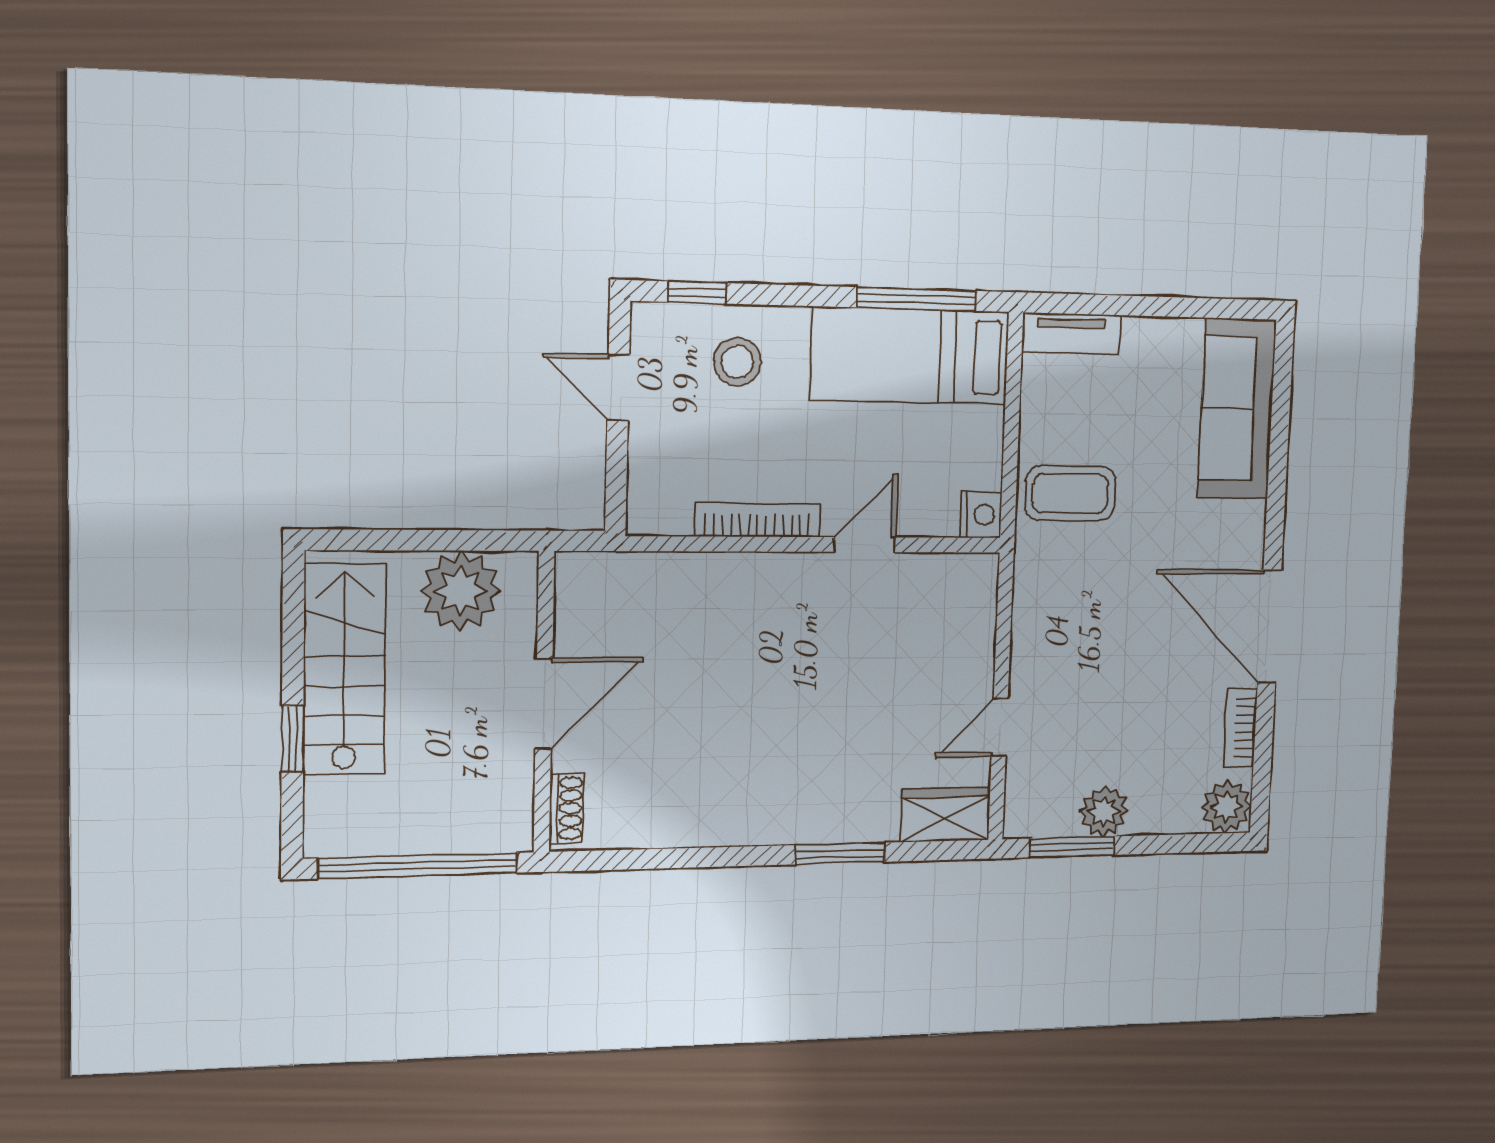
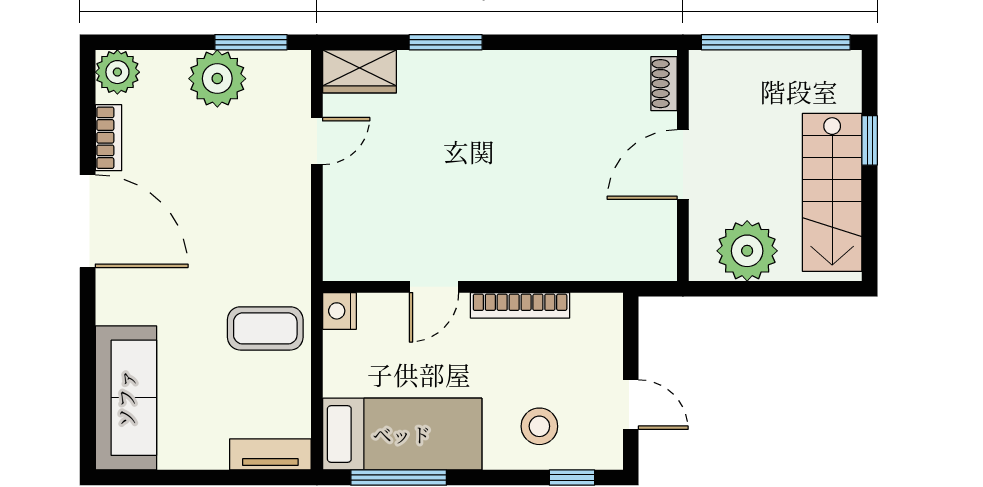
plant: (1104, 811) -> (217, 79), width x1.36, depth x1.36

